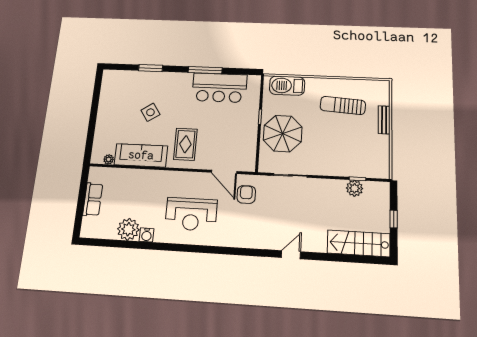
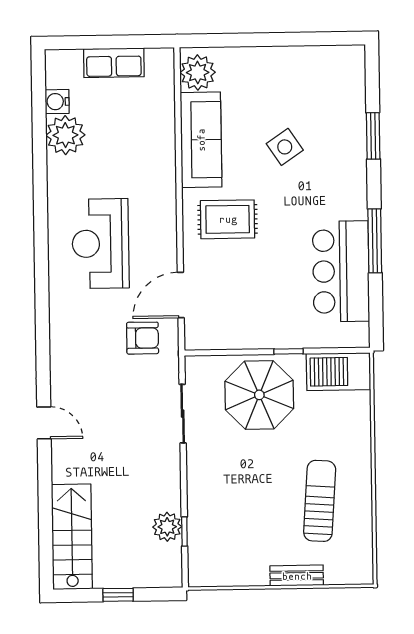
barbecue: (287, 86) -> (339, 372), moved, turned -90
plant: (109, 159) -> (198, 72), width x1.88, depth x1.88
water cooler: (147, 235) -> (57, 102), moved

